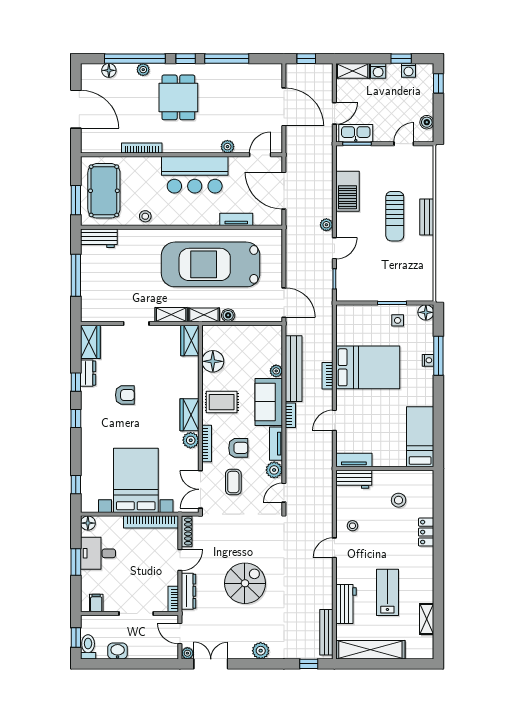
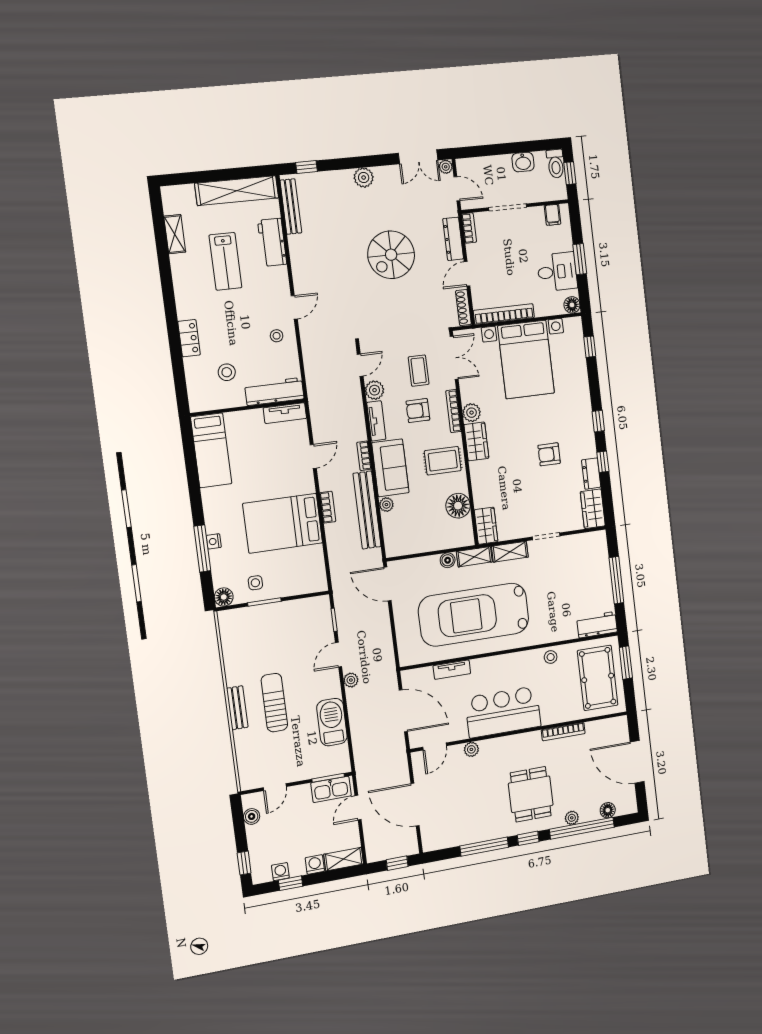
car: (211, 264) -> (474, 615), turned 180
workbench: (354, 479) -> (274, 392), width x1.38

